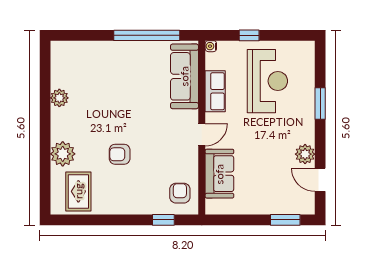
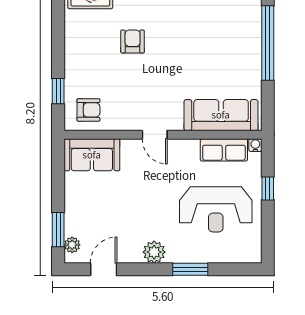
window: (147, 35) -> (268, 43), moved
row of seats: (215, 91) -> (224, 150), moved
plant: (305, 154) -> (154, 252), moved
sofa: (219, 174) -> (92, 155), moved
plant: (299, 207) -> (72, 245), added

